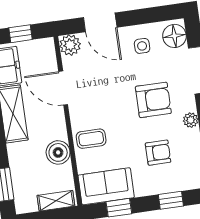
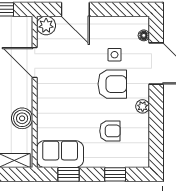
floor lamp: (174, 36) -> (144, 35), width x0.53, depth x0.53
side table: (142, 46) -> (115, 55), moved
coffee table: (91, 139) -> (53, 110), removed

